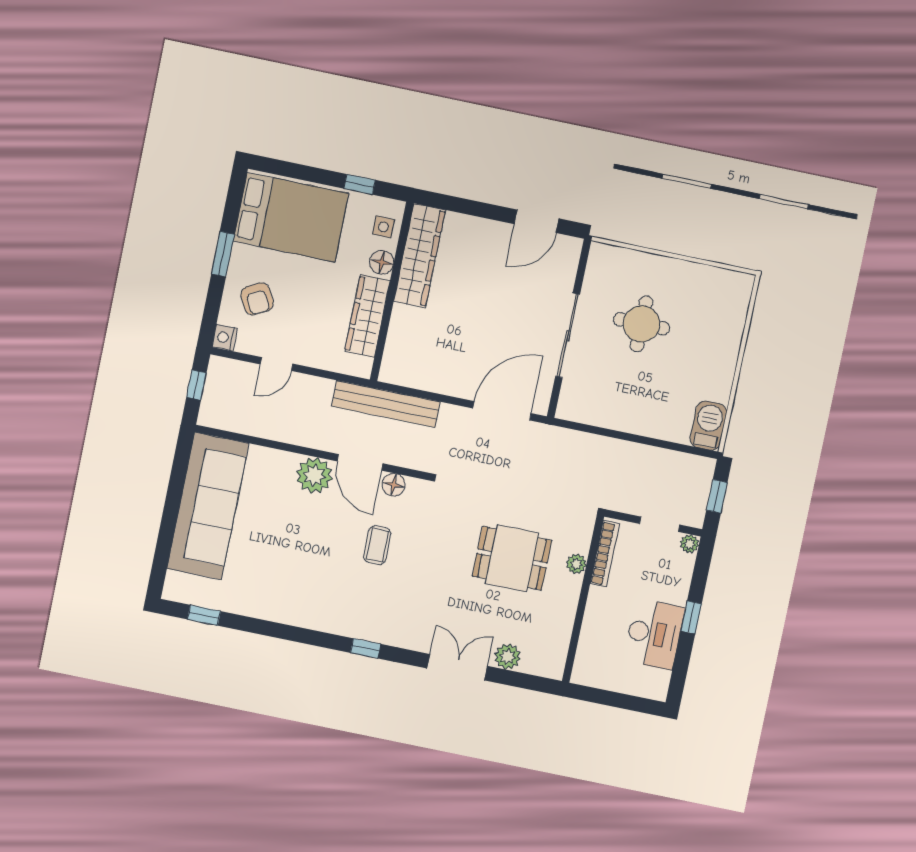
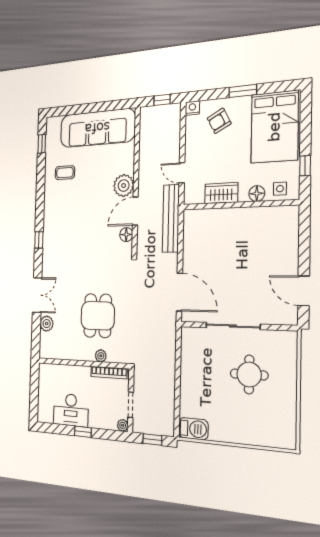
wardrobe: (419, 256) -> (266, 217), removed
wardrobe: (367, 316) -> (221, 193), width x0.67
door: (276, 364) -> (182, 173), moved
coffee table: (377, 545) -> (65, 173), moved

